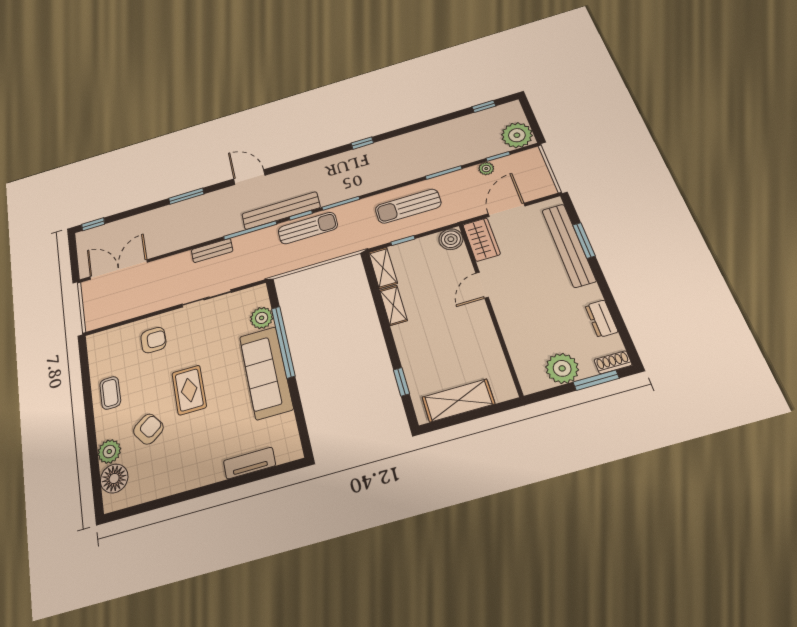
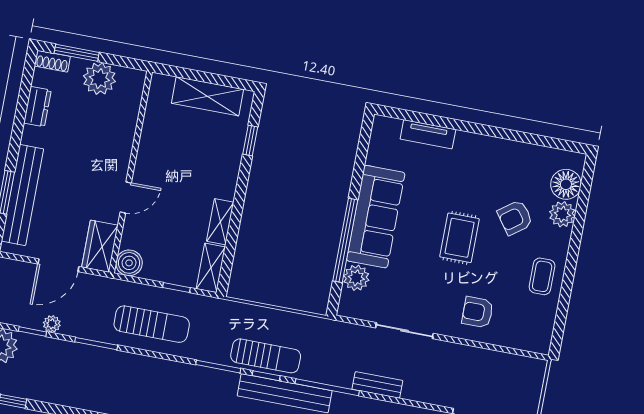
sun lounger: (308, 228) -> (266, 356), turned 180

